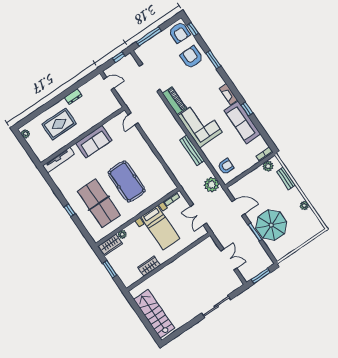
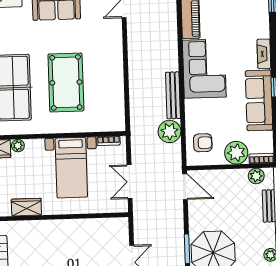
plant: (248, 160) -> (236, 153), added
plant: (212, 185) -> (170, 131), moved
door: (238, 208) -> (185, 187), moved

